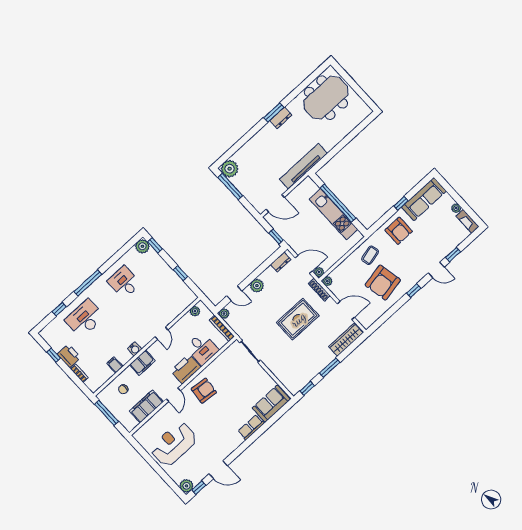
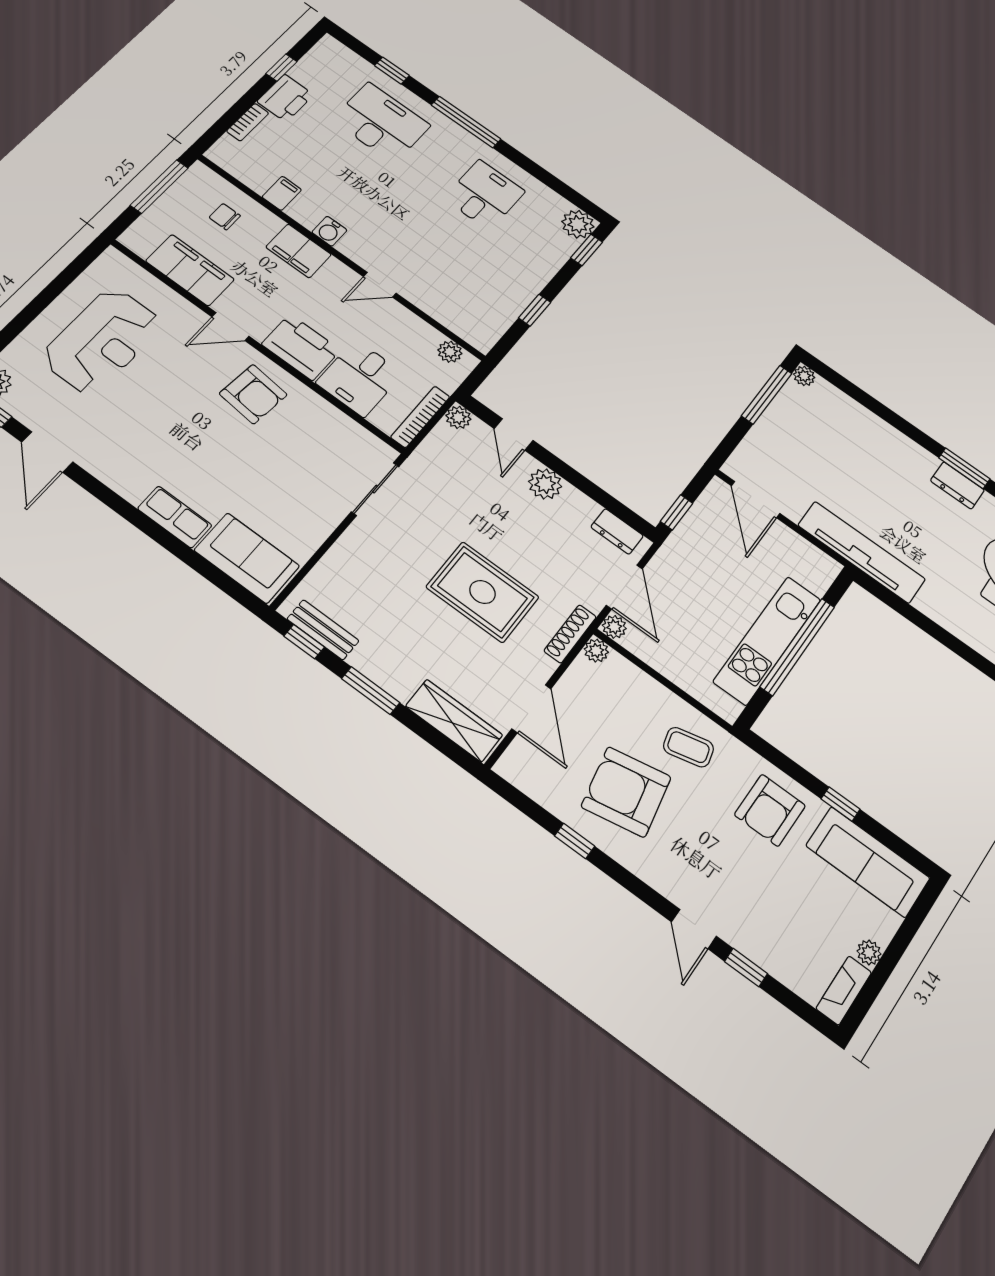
plant: (230, 169) -> (804, 376), width x0.53, depth x0.53
window: (414, 291) -> (575, 841), moved
bench: (304, 381) -> (323, 630), added
reception desk: (174, 444) -> (102, 341), turned 90

